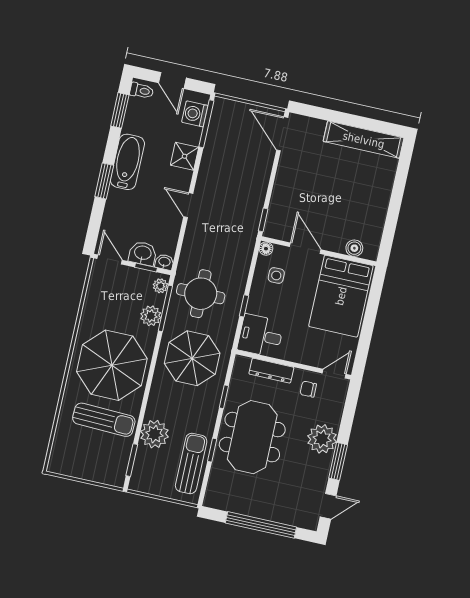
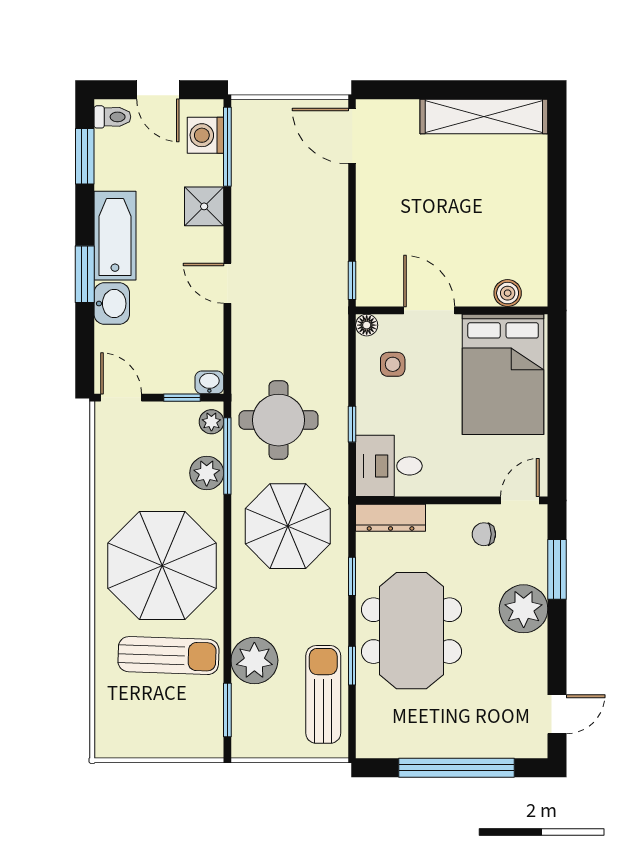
washbasin: (143, 253) -> (112, 304), moved, turned 90
dresser: (271, 371) -> (391, 518), moved
window: (338, 461) -> (557, 569), moved

